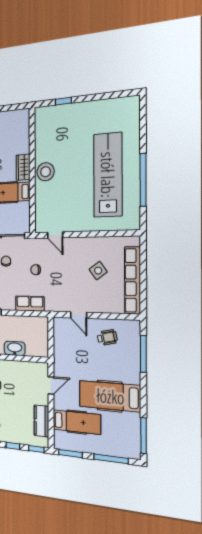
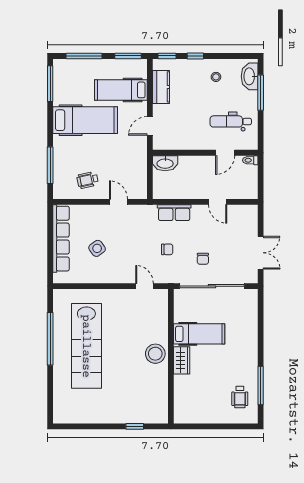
washbasin: (15, 348) -> (165, 163), moved

